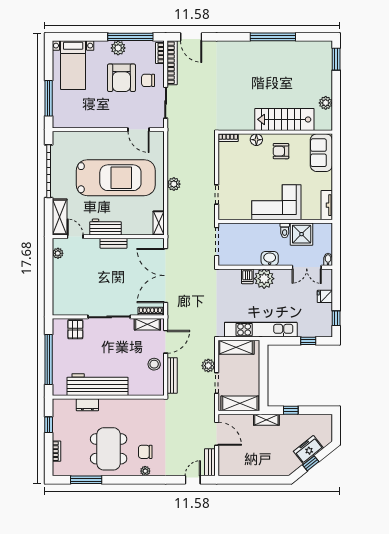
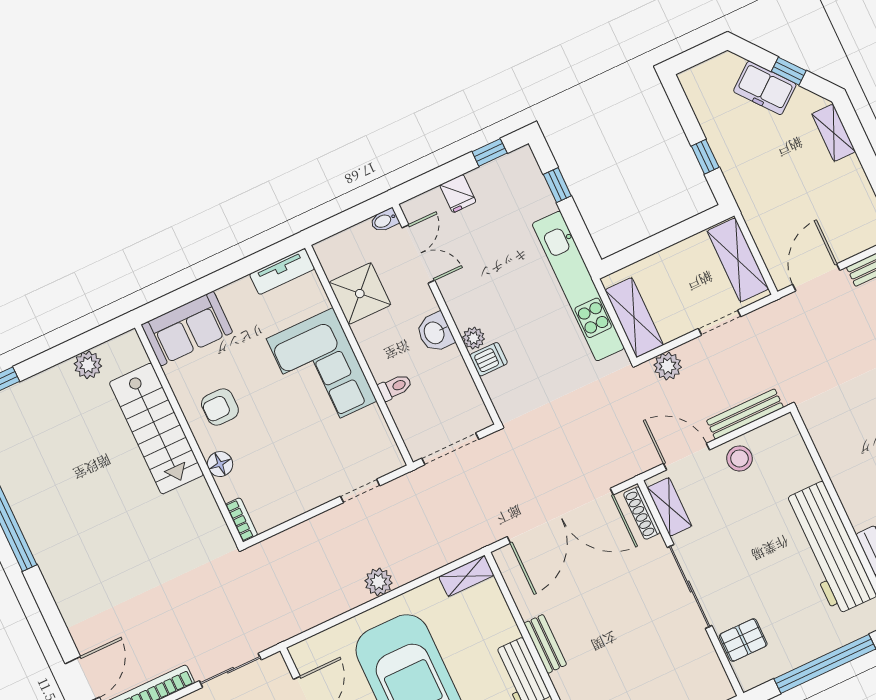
armchair: (281, 151) -> (220, 407), turned 90
toilet: (285, 230) -> (395, 387), moved
plant: (264, 279) -> (474, 338), width x0.53, depth x0.53
plant: (208, 366) -> (668, 366), moved
shelving: (266, 420) -> (834, 133), moved

